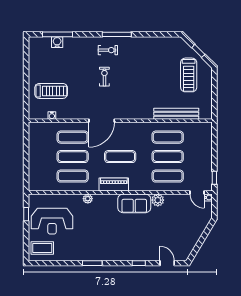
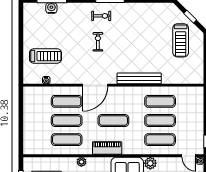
bench: (176, 114) -> (139, 78), moved

